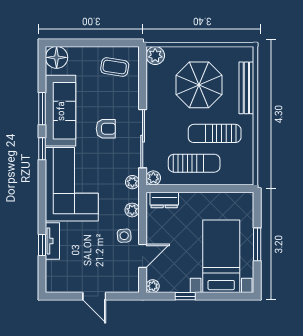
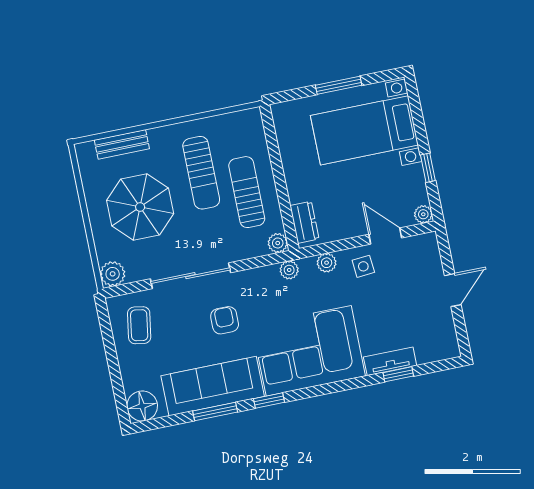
bench: (246, 88) -> (122, 144), width x0.73
sliding door: (143, 139) -> (190, 276), moved

